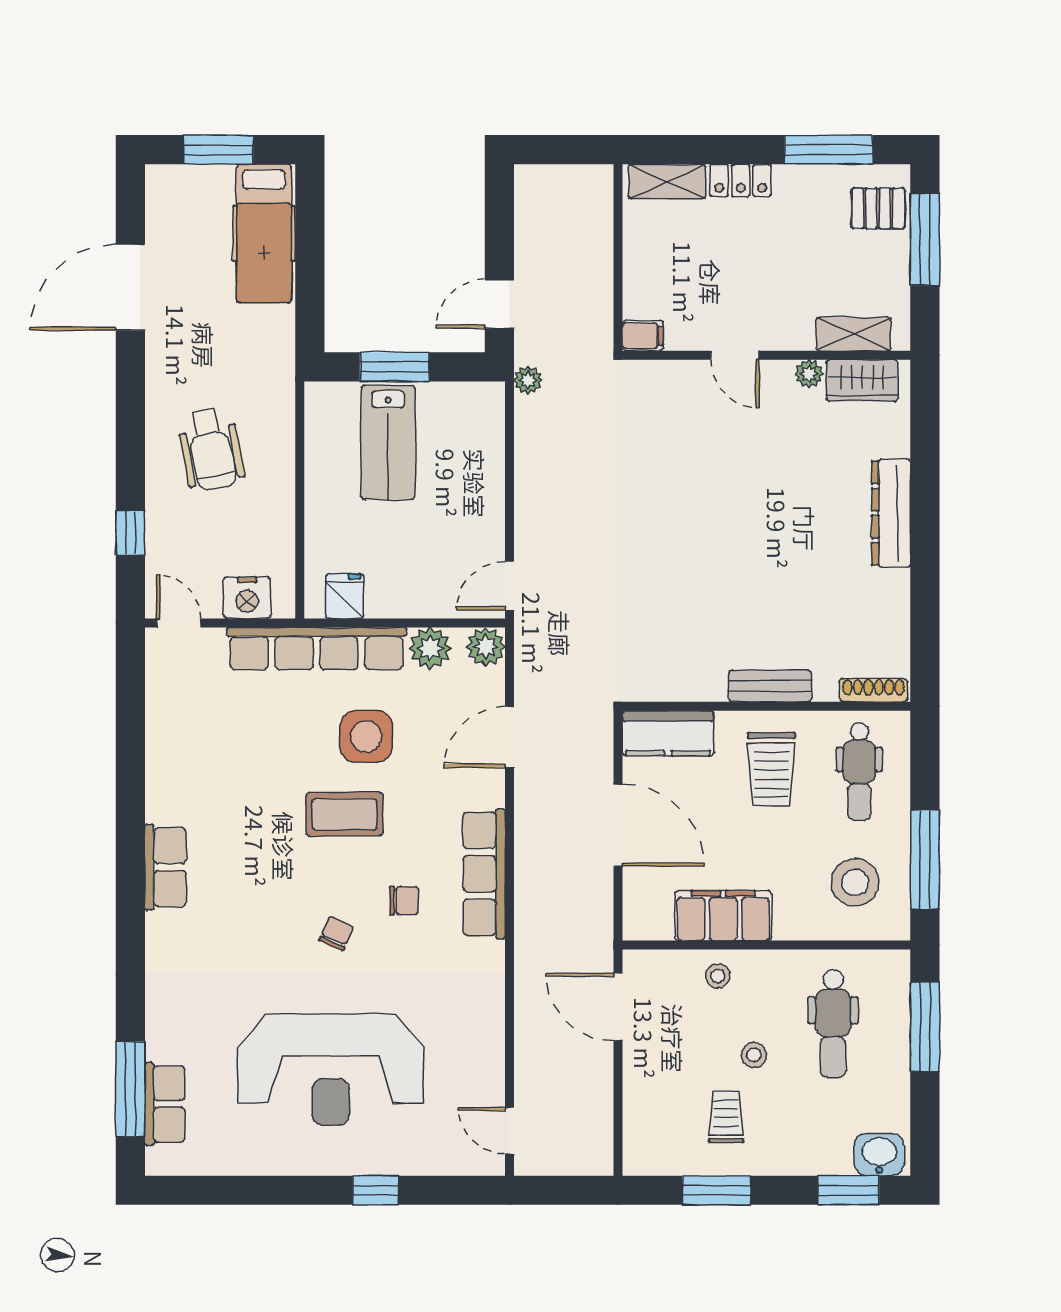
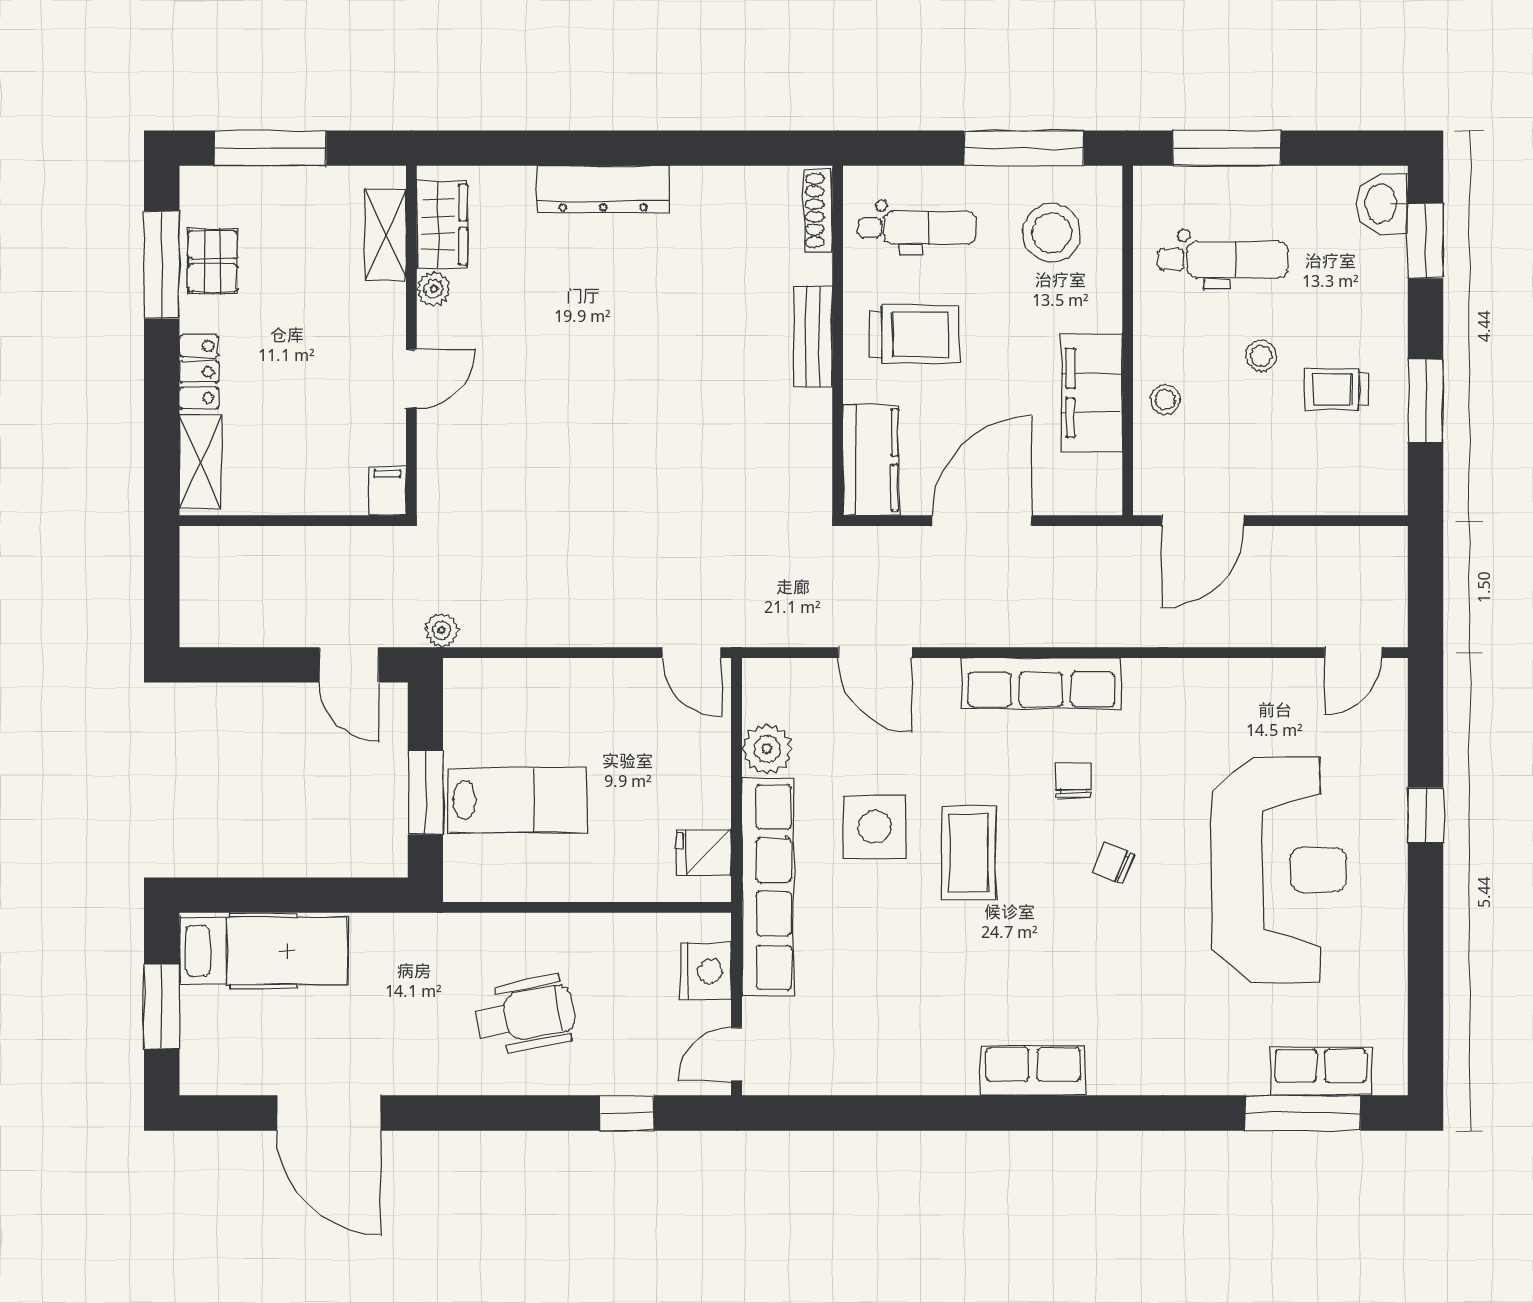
pallet: (878, 208) -> (213, 261), moved
plant: (486, 647) -> (765, 682), removed

